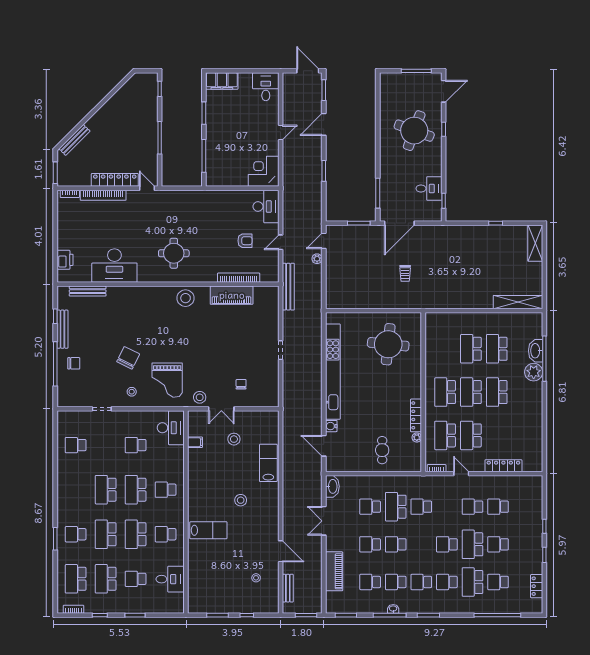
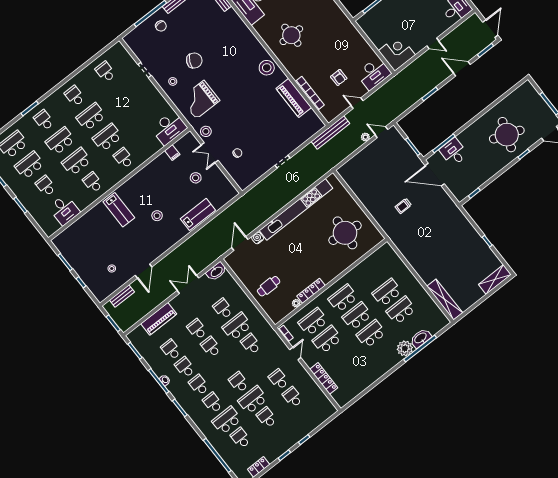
desk: (429, 188) -> (454, 152), moved, turned 180
school desk: (136, 445) -> (75, 96), moved

